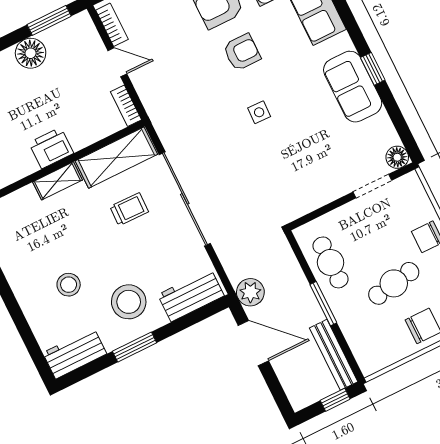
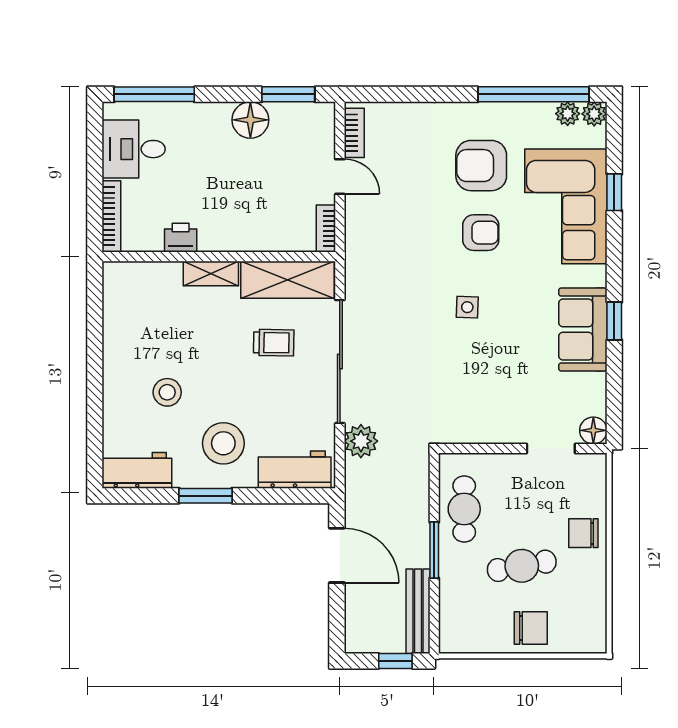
printer: (51, 148) -> (181, 238), moved, width x0.73, depth x0.81
plant: (250, 292) -> (361, 441), moved

